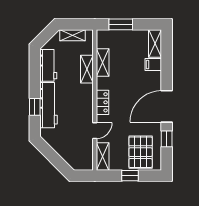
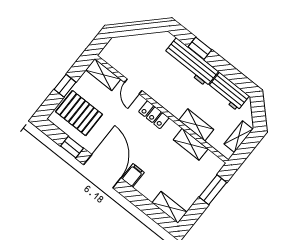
filing cabinet: (153, 65) -> (133, 175), moved

